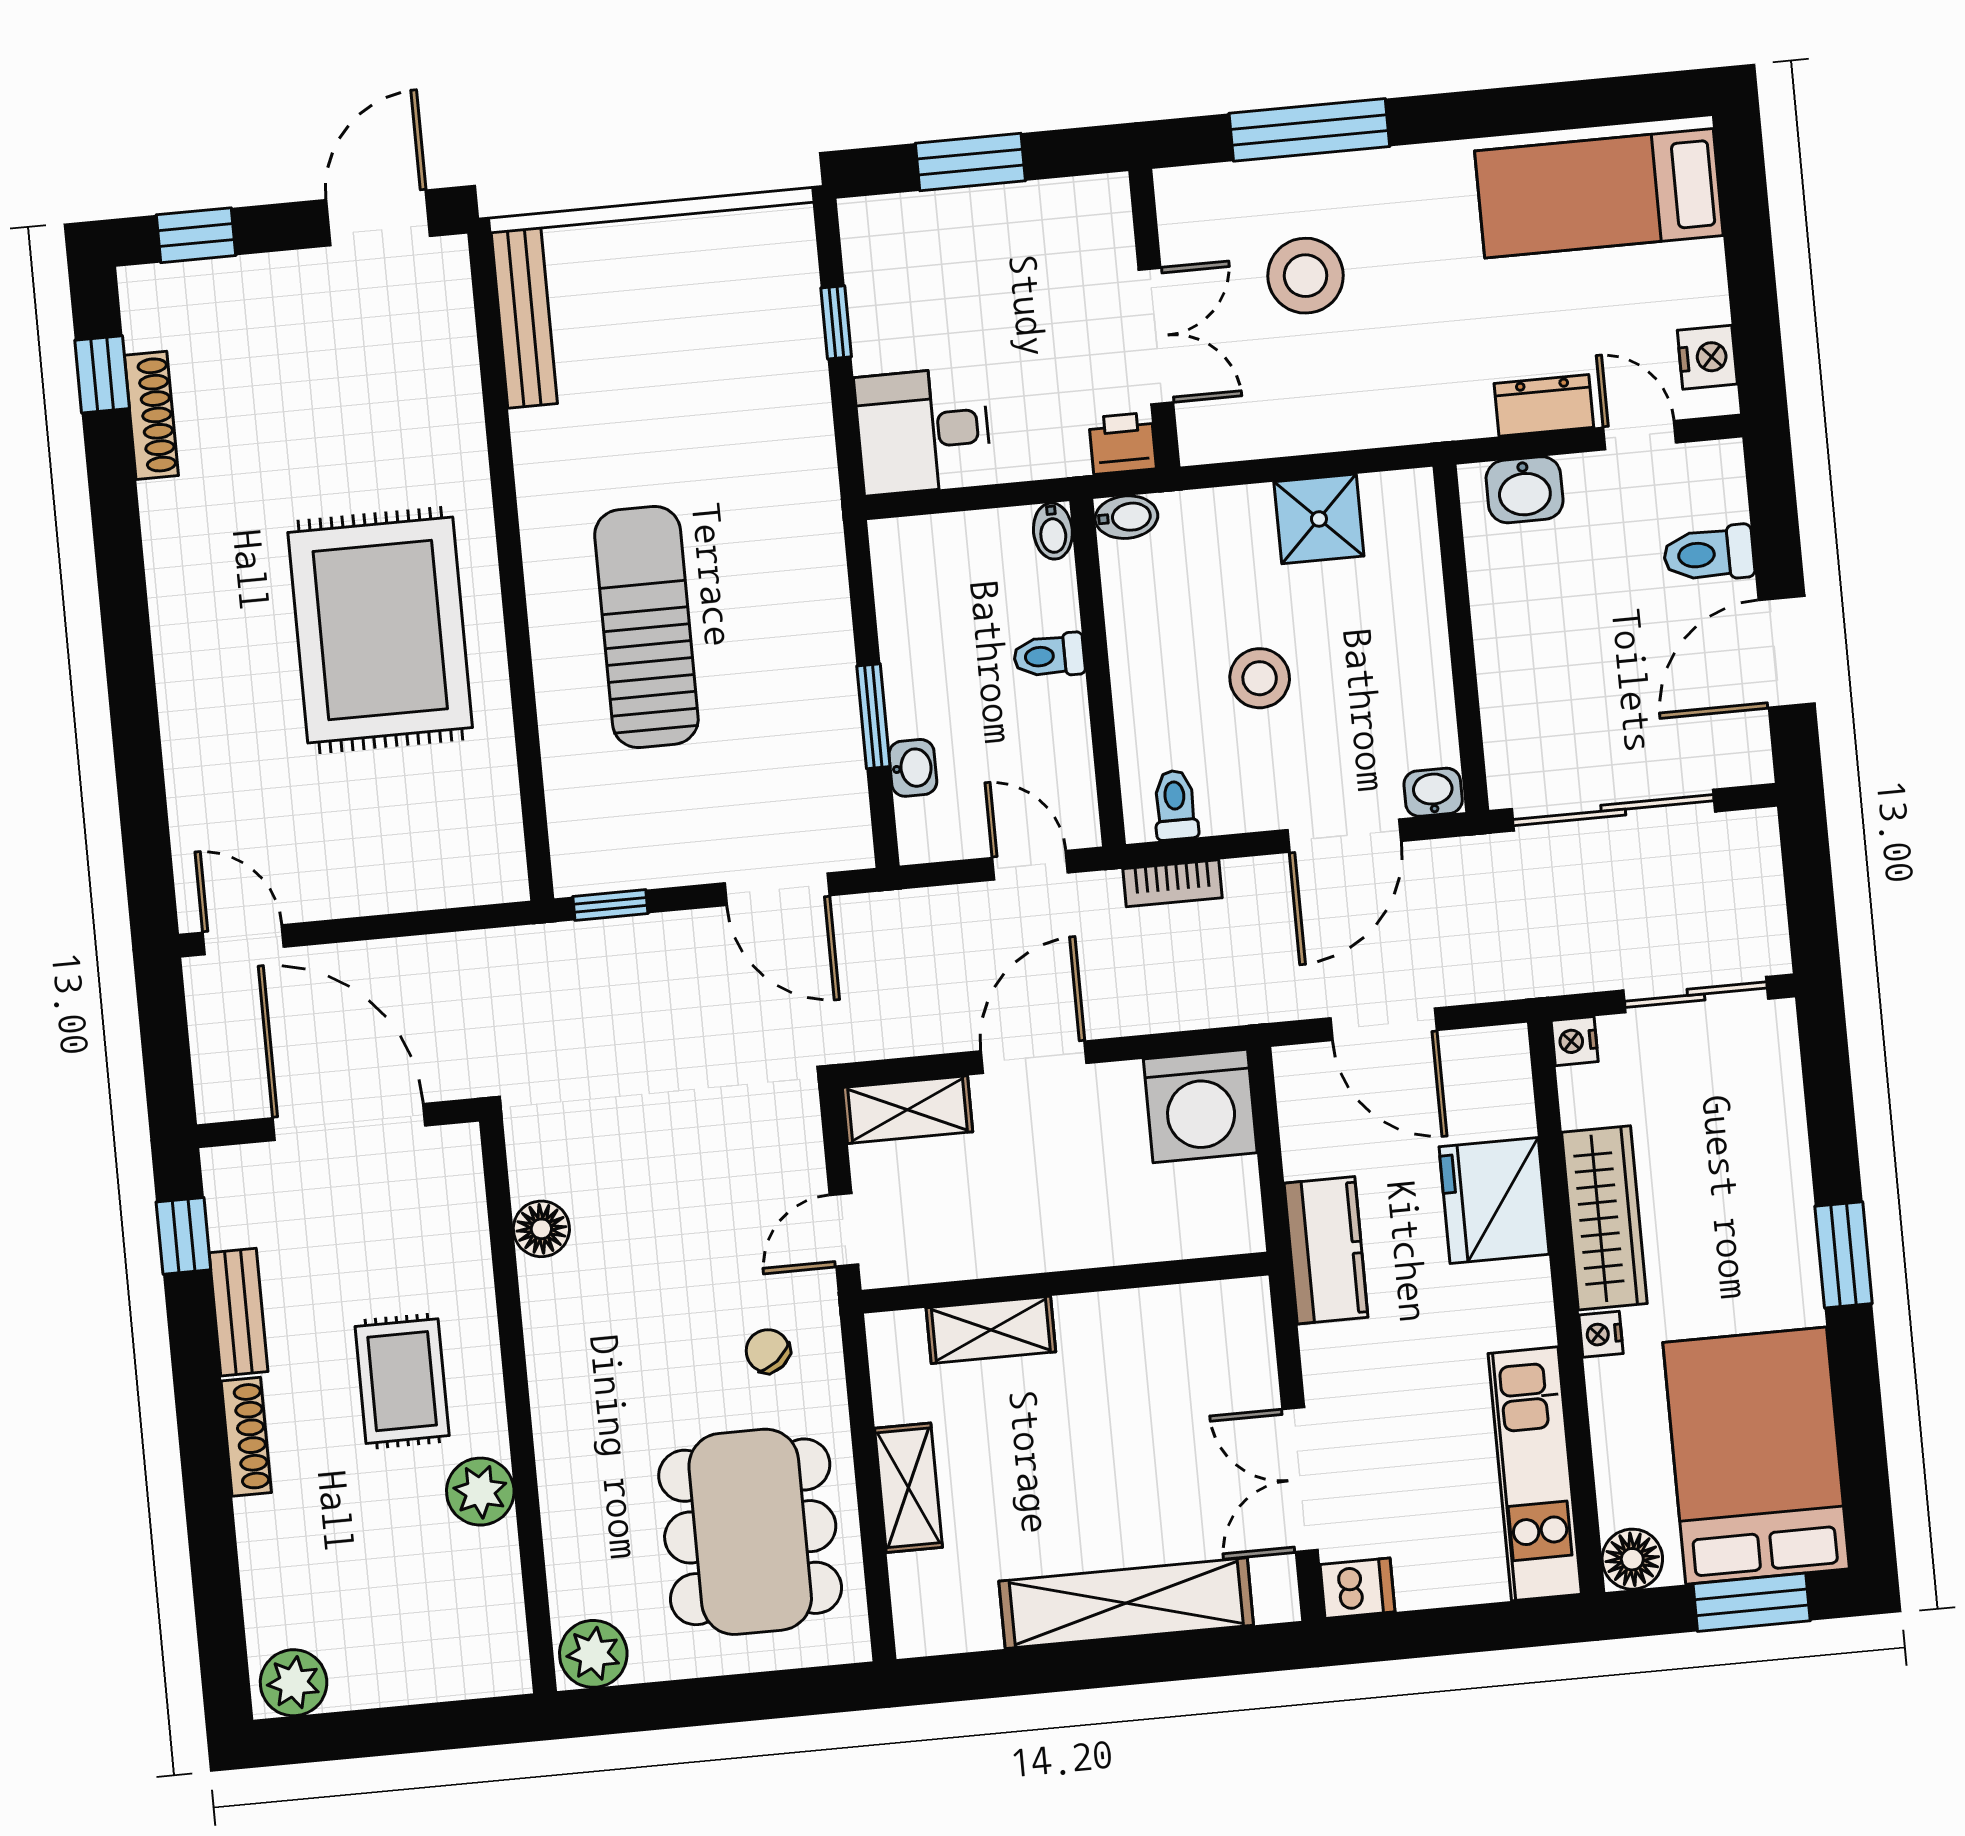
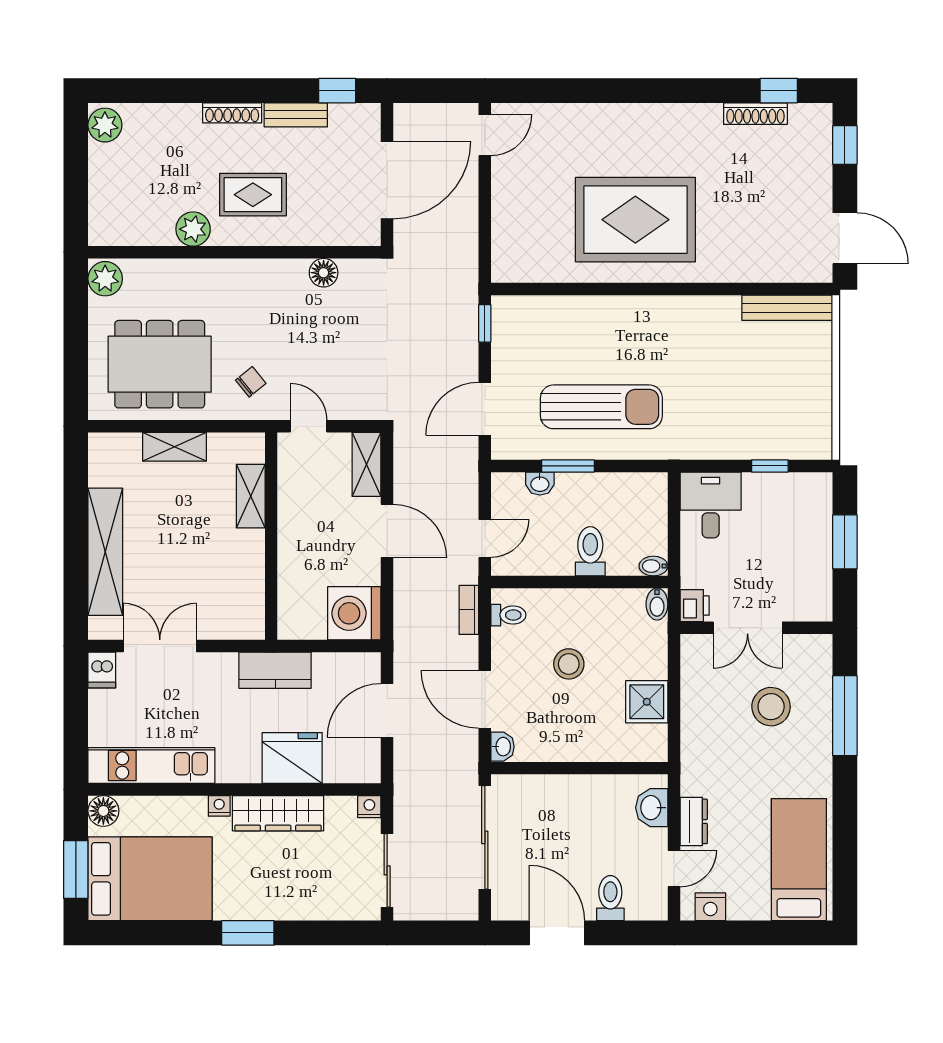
sun lounger: (646, 627) -> (601, 407), moved
toilet: (1049, 656) -> (590, 551), width x1.37, depth x1.39

